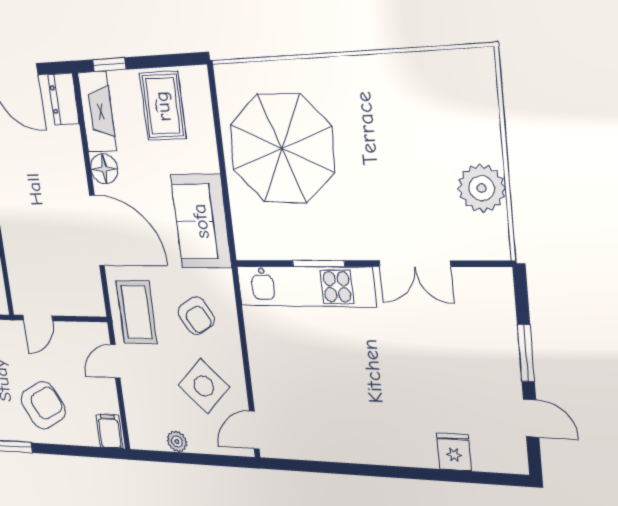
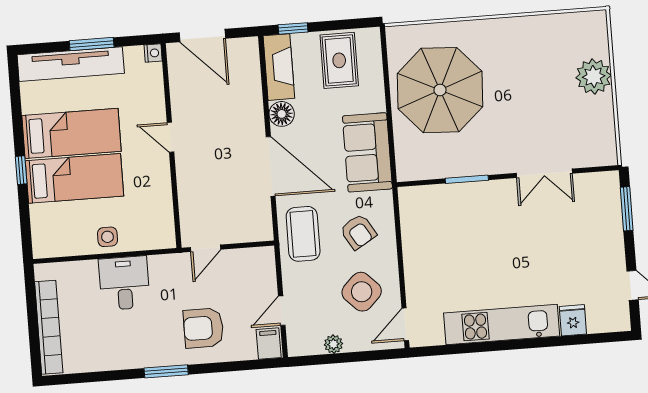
dresser: (64, 99) -> (248, 58), removed
plant: (482, 188) -> (594, 77), moved
kitchen unit: (306, 286) -> (502, 325), moved, turned 180
window: (526, 353) -> (627, 209), moved
door: (115, 361) -> (282, 311), moved
armchair: (43, 405) -> (203, 328), turned -151

